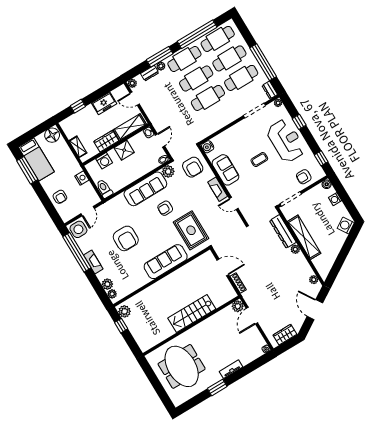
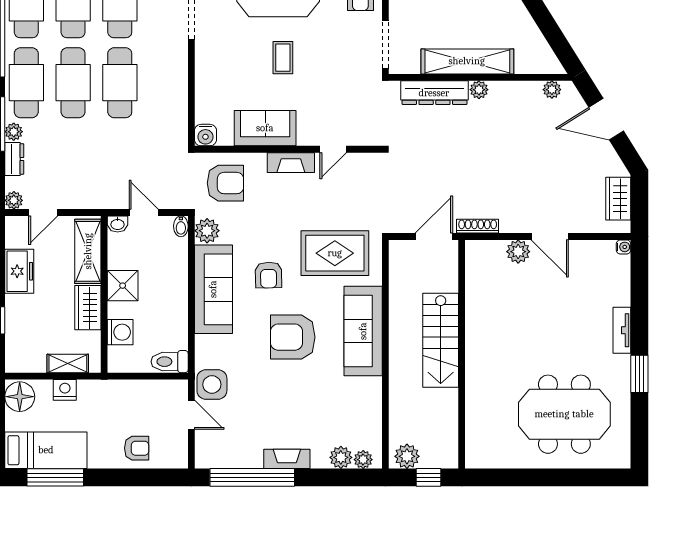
nightstand: (82, 178) -> (65, 390), moved
side table: (78, 229) -> (212, 384), moved
armchair: (126, 238) -> (293, 337), moved, turned 180
stairs: (192, 314) -> (441, 340), moved
wall: (191, 326) -> (462, 354), moved

